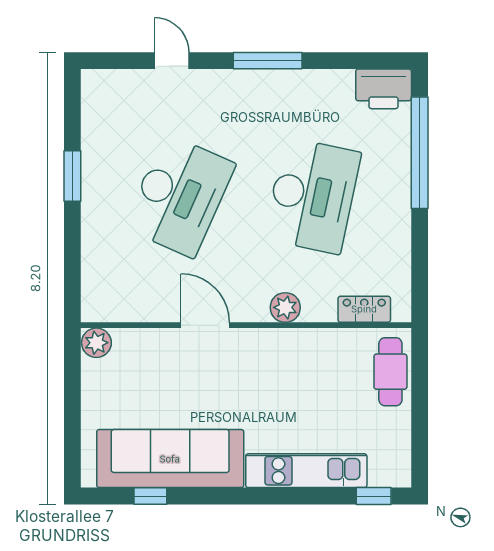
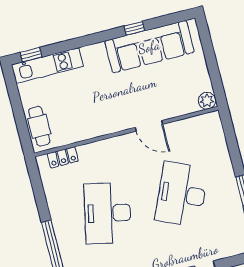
plant: (285, 307) -> (107, 147), removed
kitchen unit: (306, 471) -> (47, 66), moved
window: (150, 496) -> (134, 28), moved

